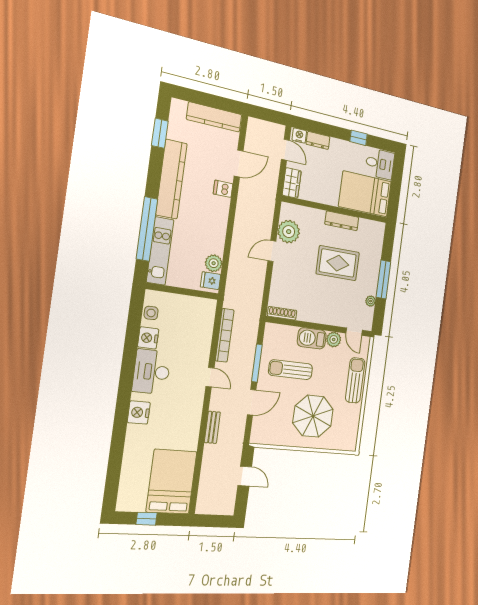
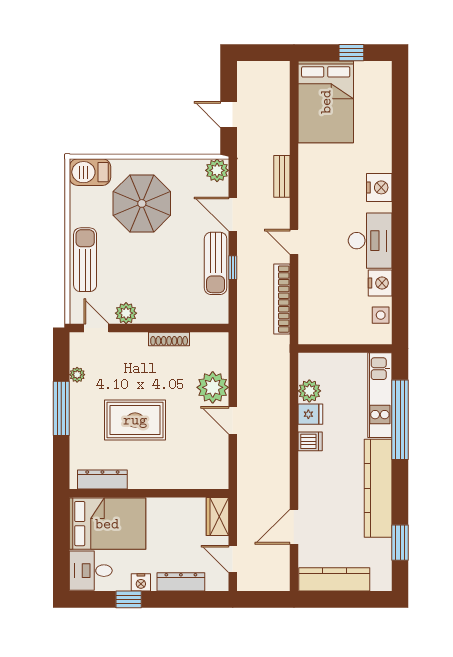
nightstand: (299, 136) -> (141, 582), moved
dresser: (318, 140) -> (181, 582), width x1.44
dishwasher: (223, 189) -> (310, 441), moved
dresser: (342, 221) -> (102, 480), moved
plant: (289, 232) -> (213, 387), moved
door: (272, 251) -> (233, 420), swing flipped
fridge: (211, 281) -> (310, 414), moved
shoe rack: (282, 313) -> (169, 339), moved
barbecue: (312, 338) -> (90, 172), moved, turned 180
window: (257, 363) -> (233, 268), width x0.46
sun lounger: (291, 370) -> (216, 263), moved, turned 90
sun lounger: (355, 380) -> (85, 260), turned 180
door: (252, 402) -> (233, 214), hinge flipped
plant: (258, 436) -> (217, 170), added

